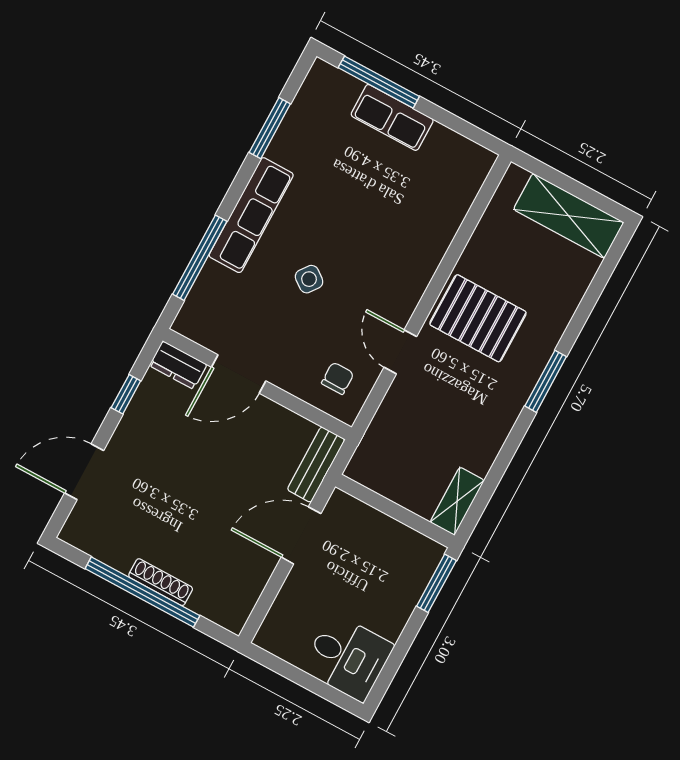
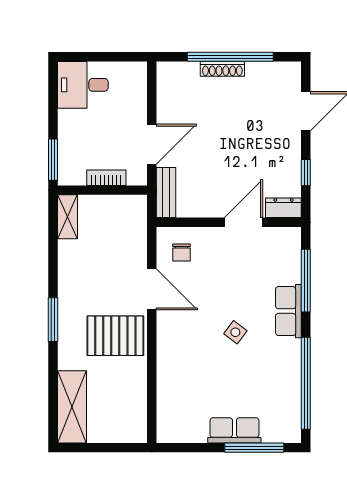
window: (270, 128) -> (306, 383), width x2.11
row of seats: (251, 215) -> (288, 311), width x0.68
shelving: (569, 216) -> (72, 407), moved, turned 90
side table: (309, 279) -> (235, 332), moved
door: (400, 352) -> (152, 289), width x1.38
bookcase: (381, 524) -> (106, 178), added

